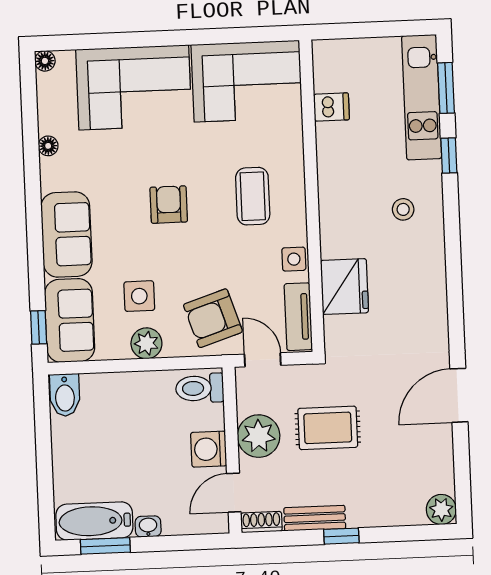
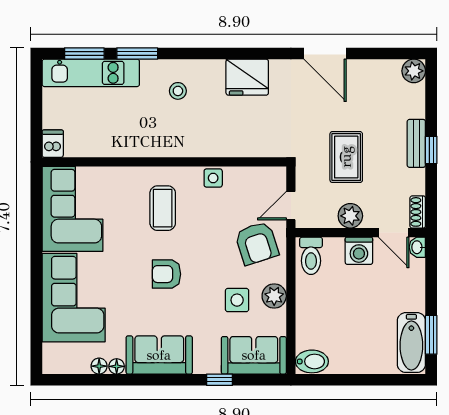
floor lamp: (45, 61) -> (99, 366), moved
dishwasher: (331, 107) -> (53, 144), moved
window: (449, 155) -> (137, 53), width x1.50
coffee table: (253, 196) -> (163, 208), turned 90
sofa: (66, 234) -> (159, 355), moved
fridge: (345, 287) -> (247, 77), moved, turned 180
tv unit: (298, 317) -> (258, 176), removed
window: (39, 327) -> (220, 380), moved
plant: (259, 436) -> (350, 216), width x0.73, depth x0.73
bench: (315, 518) -> (416, 143), moved
washbasin: (148, 526) -> (417, 247), moved

